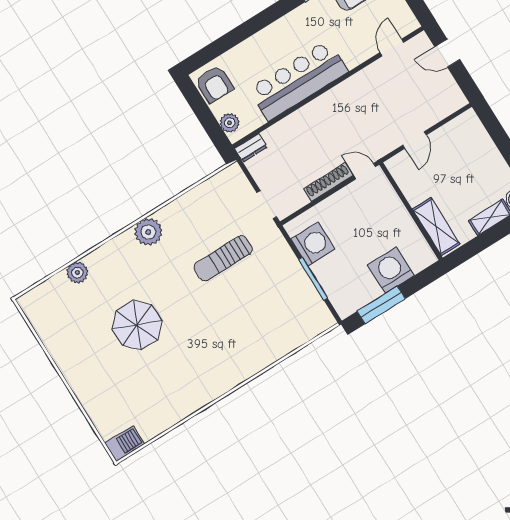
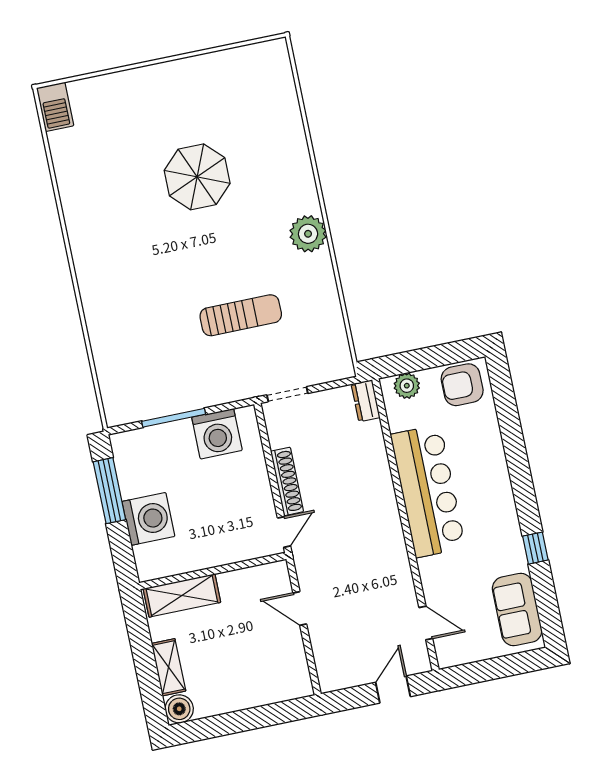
sun lounger: (223, 258) -> (241, 315), turned 90
plant: (77, 273) -> (290, 127), removed

